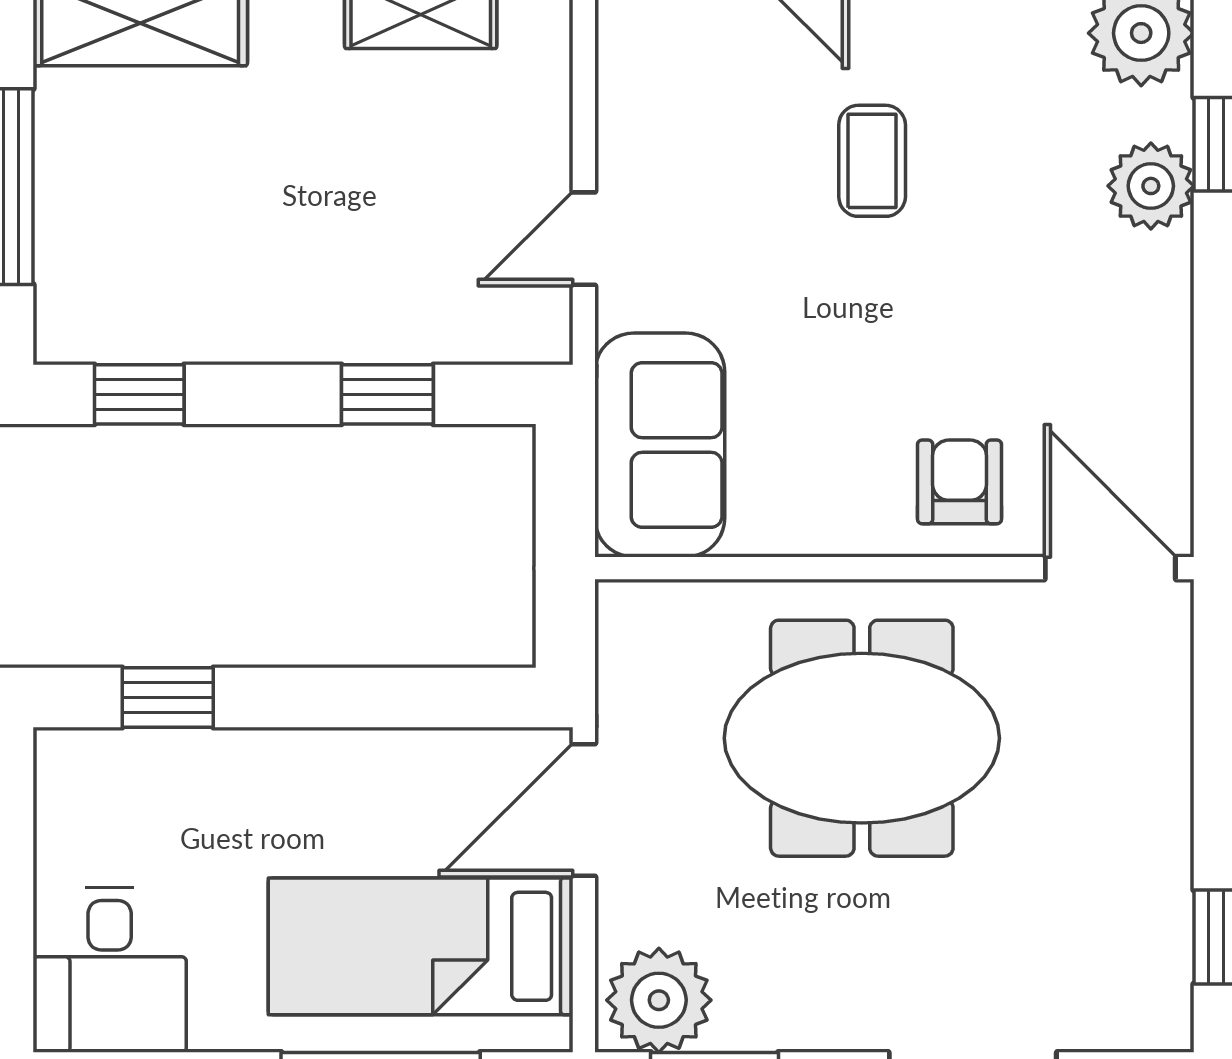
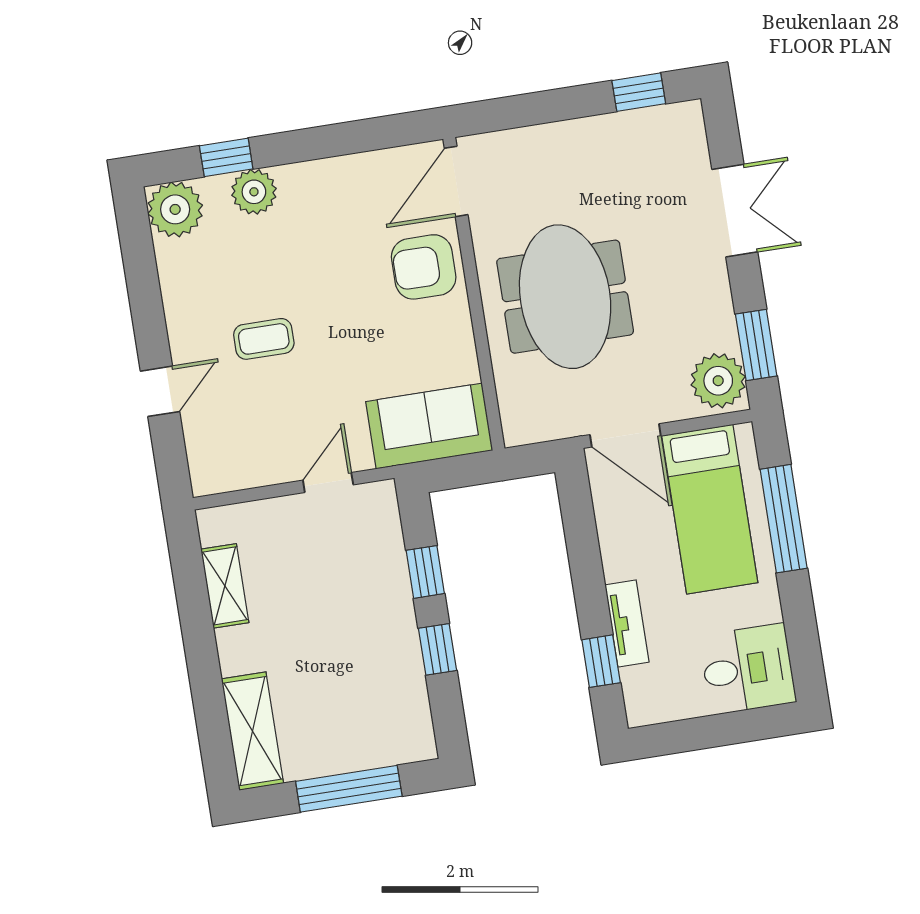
door: (584, 239) -> (328, 482), swing flipped
window: (139, 394) -> (438, 649), moved
armchair: (959, 482) -> (424, 267), width x1.38, depth x1.38
tv unit: (231, 757) -> (627, 623), added

